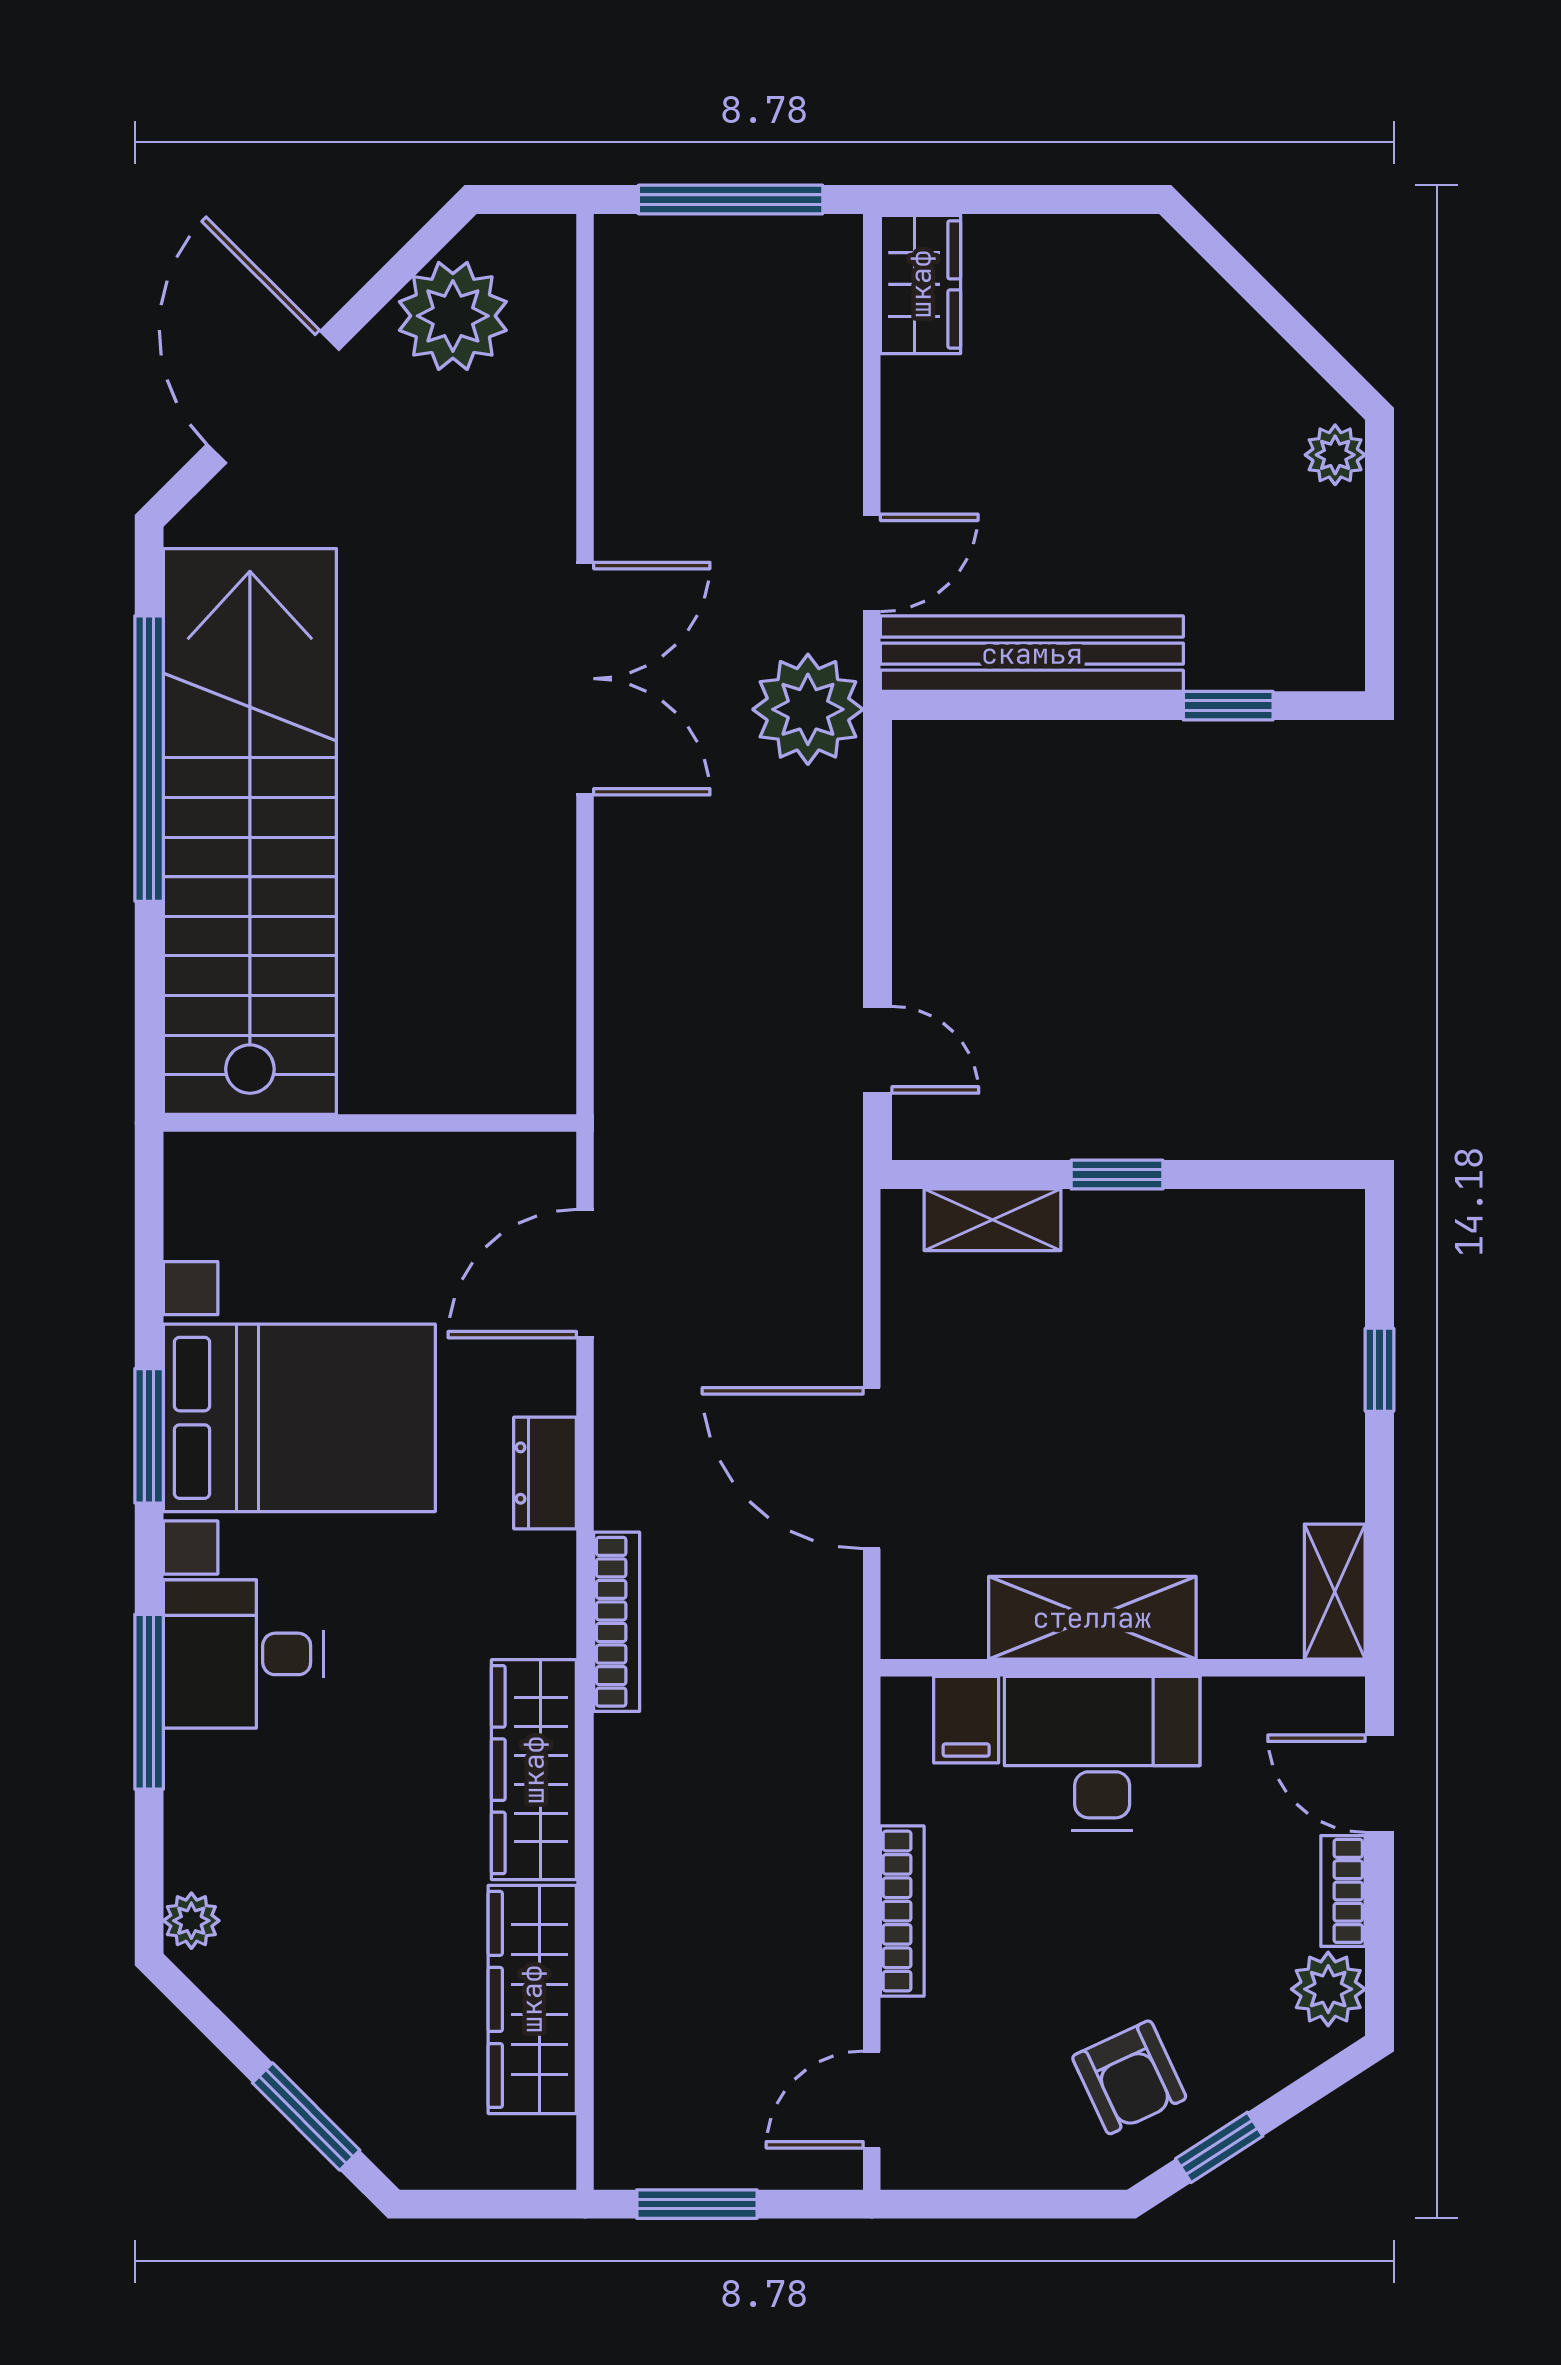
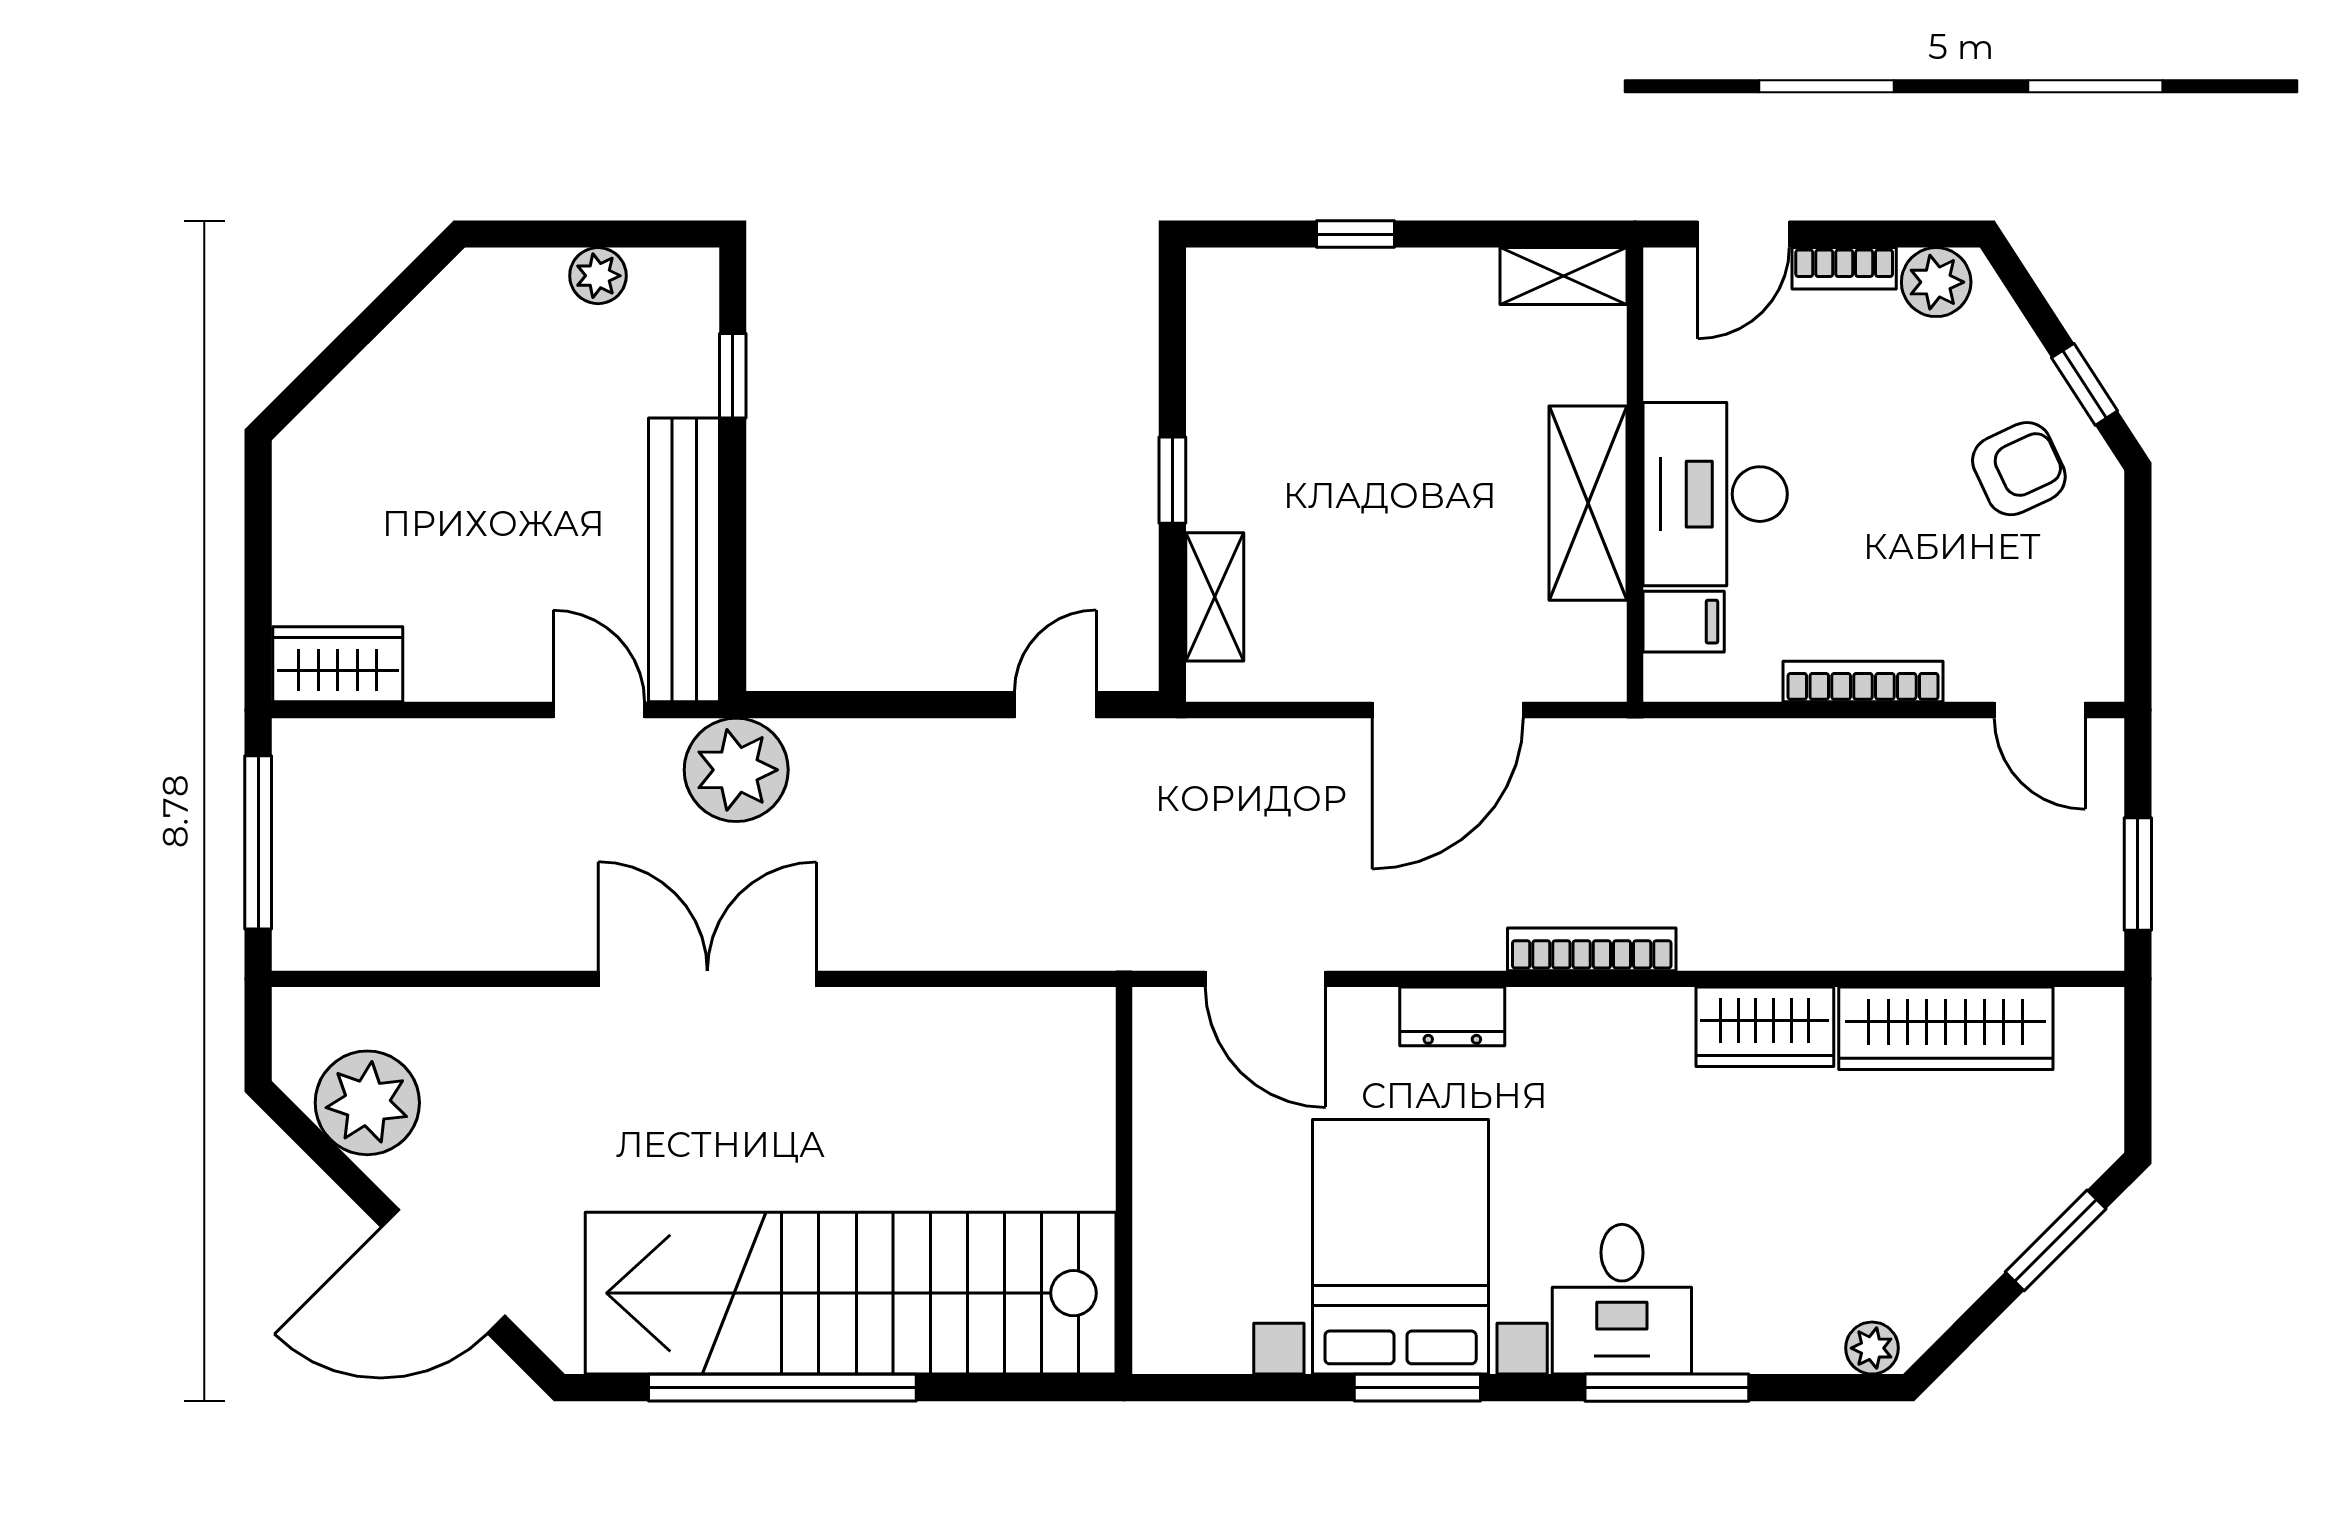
plant: (1335, 455) -> (598, 276), moved
wardrobe: (534, 1770) -> (1765, 1027), width x0.67

